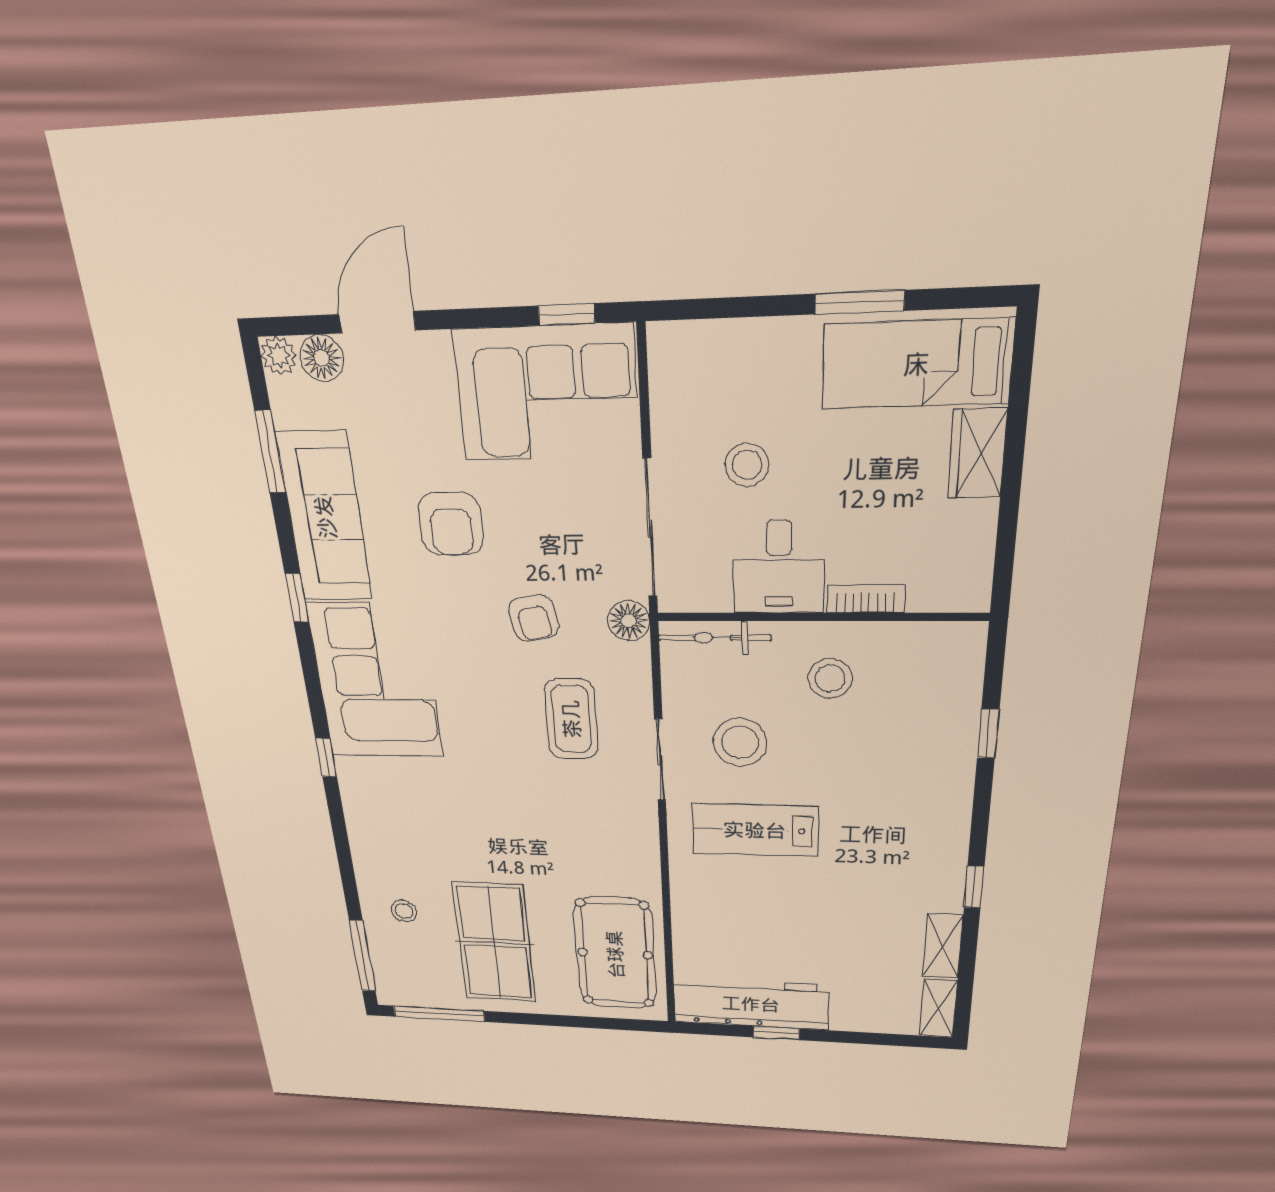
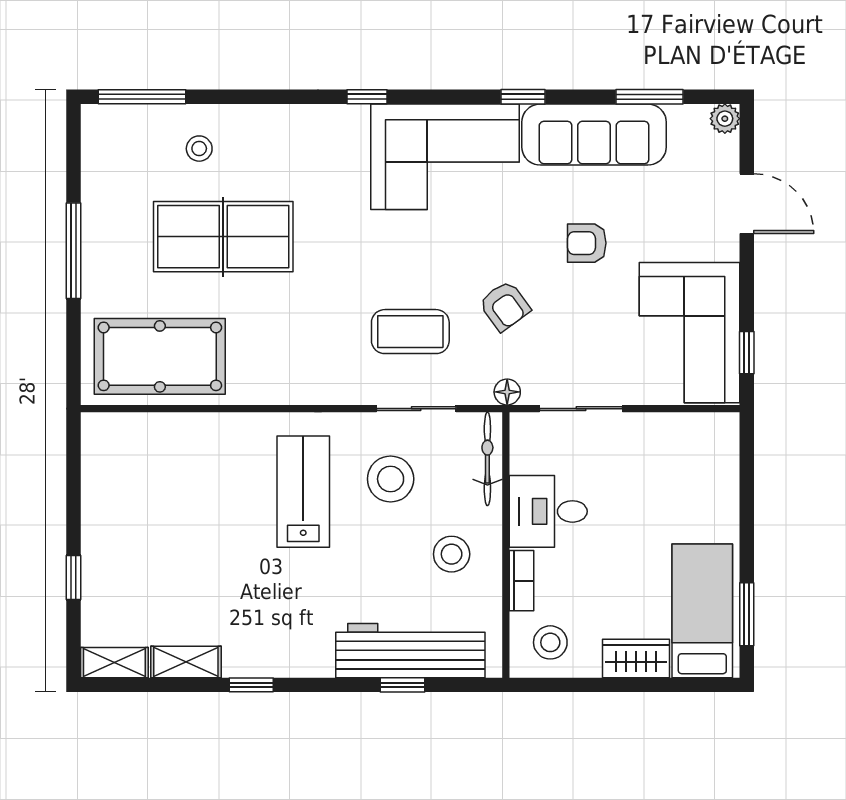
window: (860, 302) -> (747, 614), moved
floor lamp: (322, 358) -> (722, 154), removed
stool: (747, 465) -> (550, 642), moved
armchair: (451, 524) -> (587, 243), width x0.72, depth x0.72
sliding door: (650, 529) -> (581, 409), width x0.73
armchair: (534, 618) -> (505, 306), turned -115
floor lamp: (629, 621) -> (507, 392), width x0.73, depth x0.73
sliding door: (660, 760) -> (416, 409), moved
table tennis table: (495, 943) -> (223, 237), moved
workbench: (751, 1004) -> (410, 651), moved, turned -90
window: (439, 1014) -> (74, 251), moved
window: (776, 1033) -> (74, 578), moved

